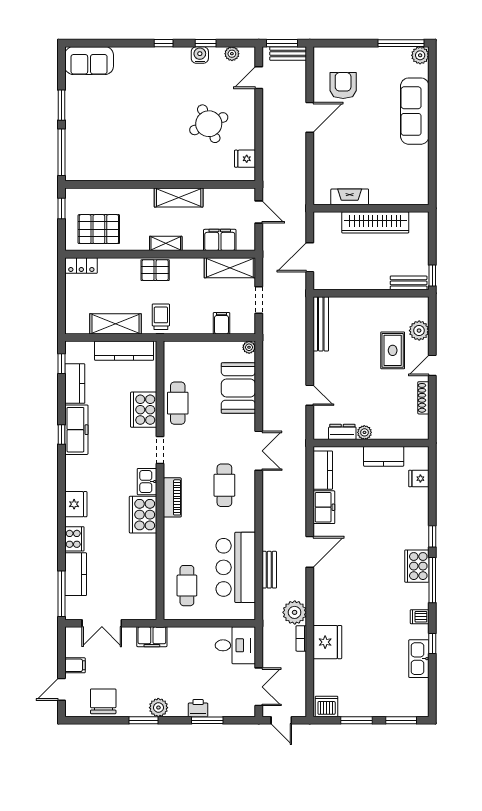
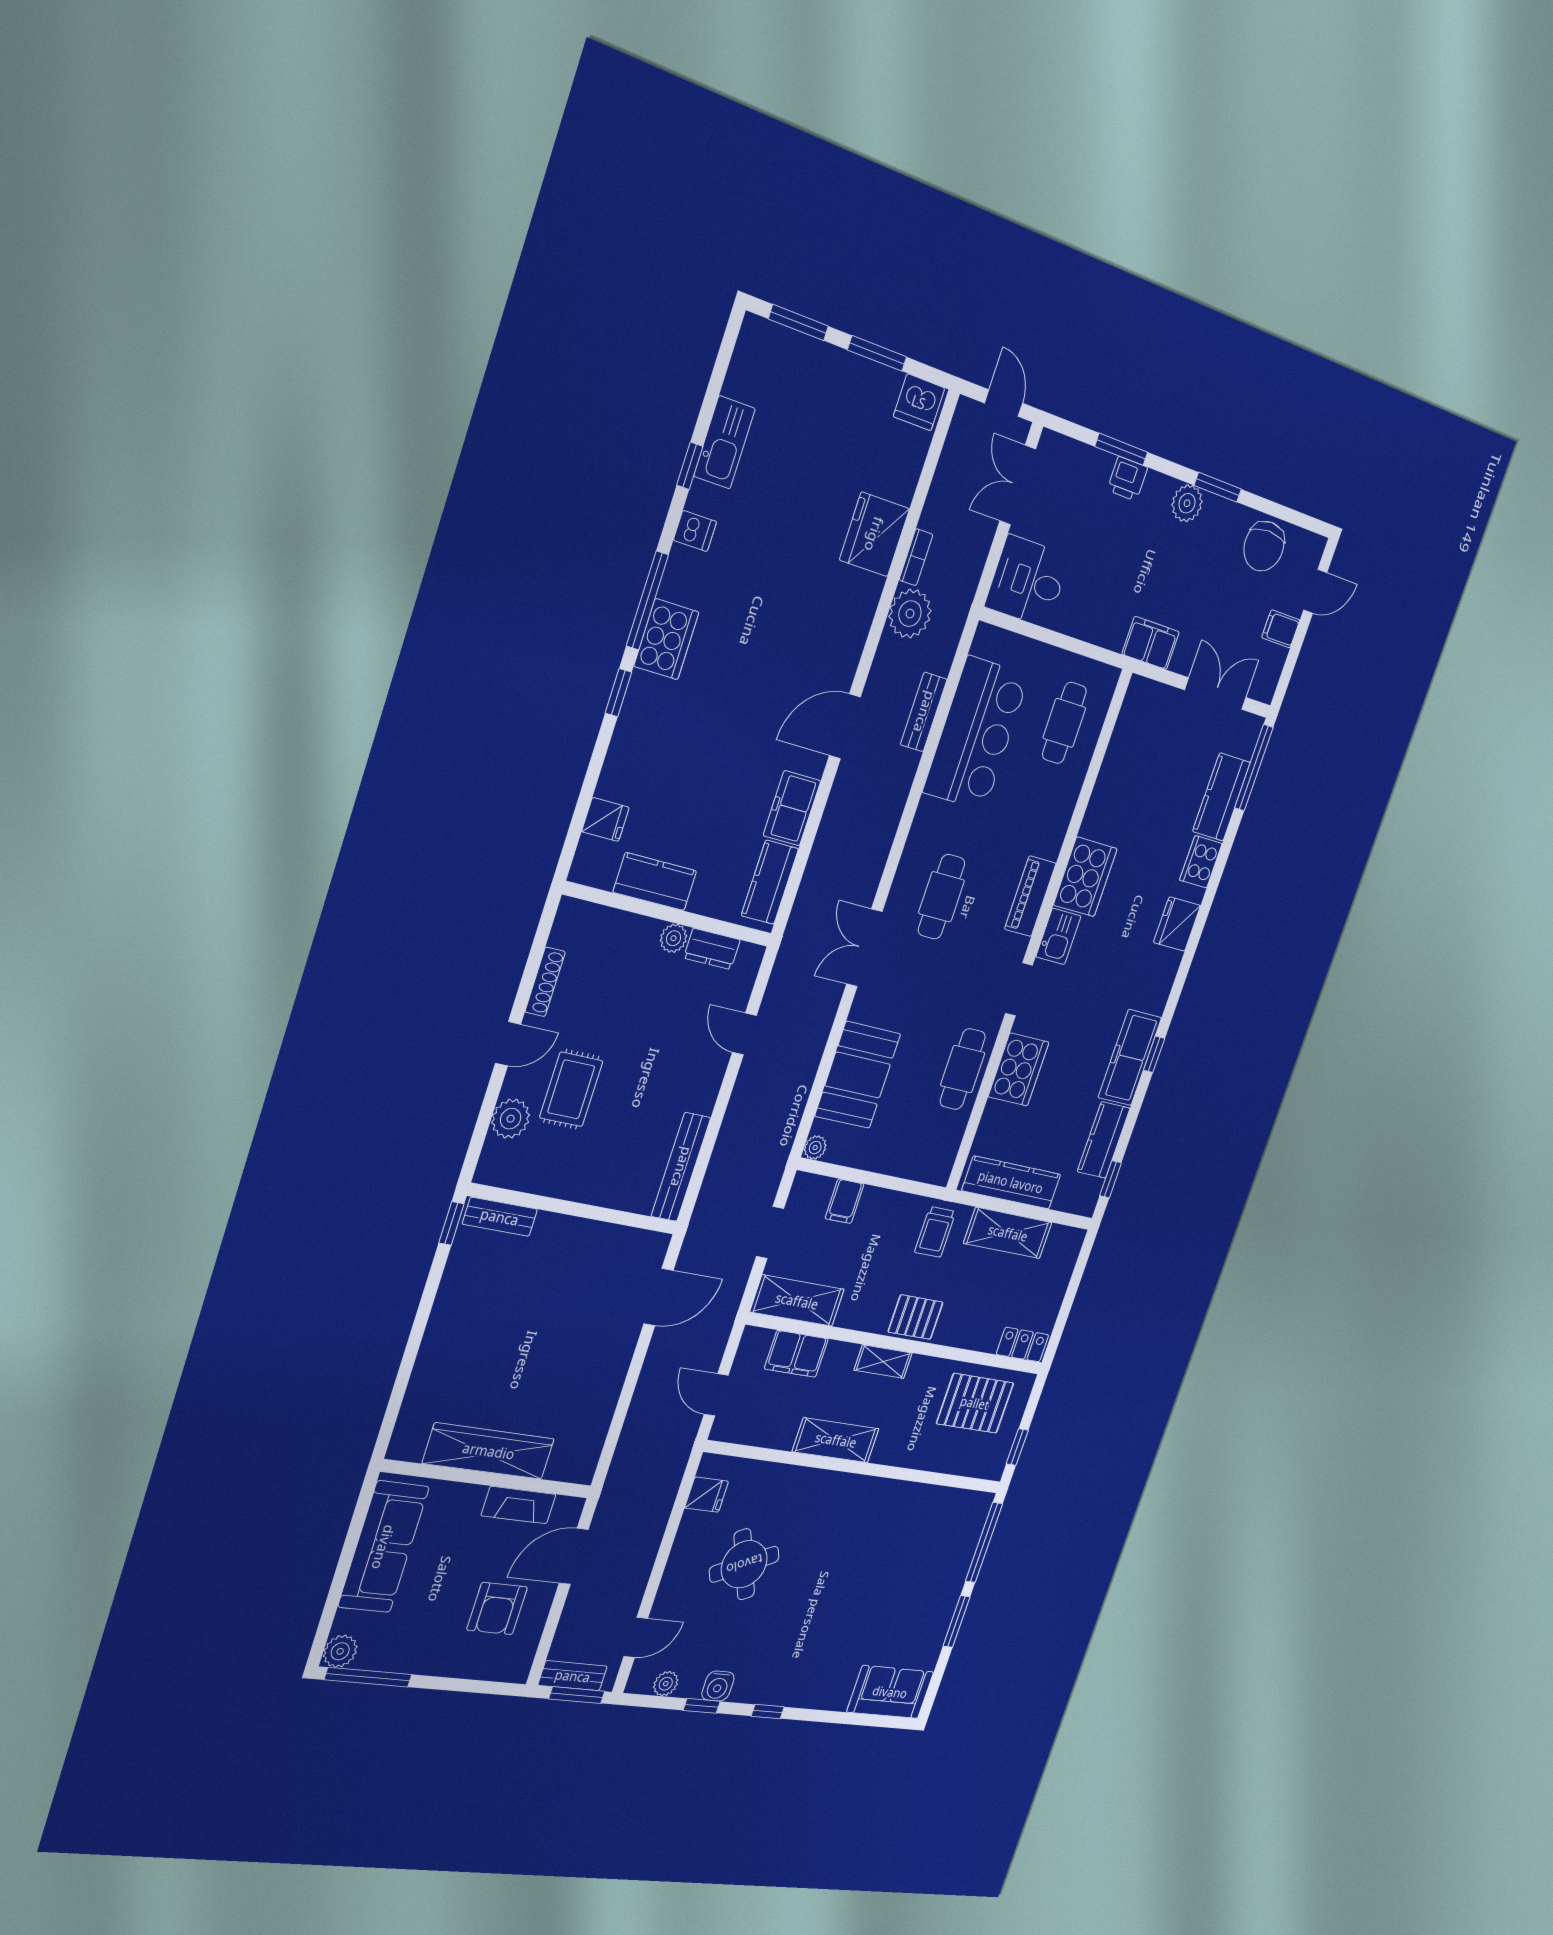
fireplace: (350, 197) -> (519, 1505), moved
wall: (371, 208) -> (488, 1479), moved
wardrobe: (375, 222) -> (489, 1451), moved

